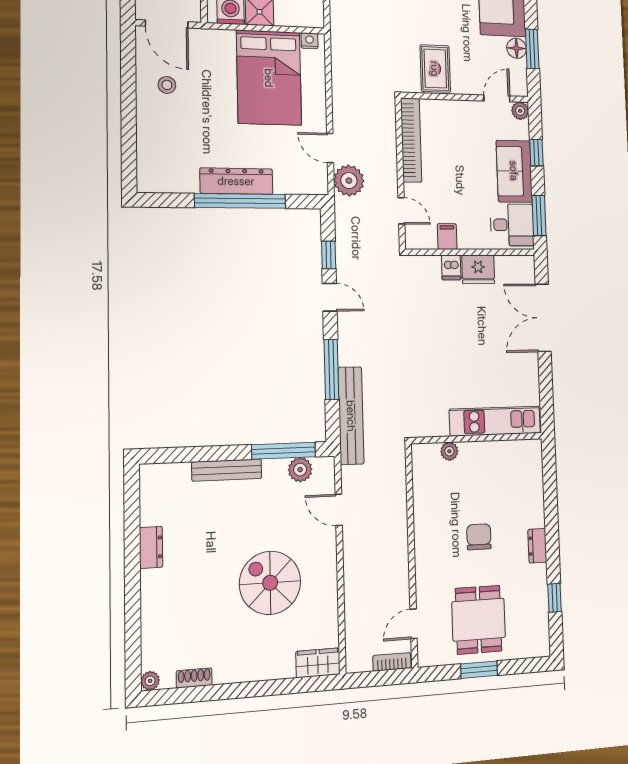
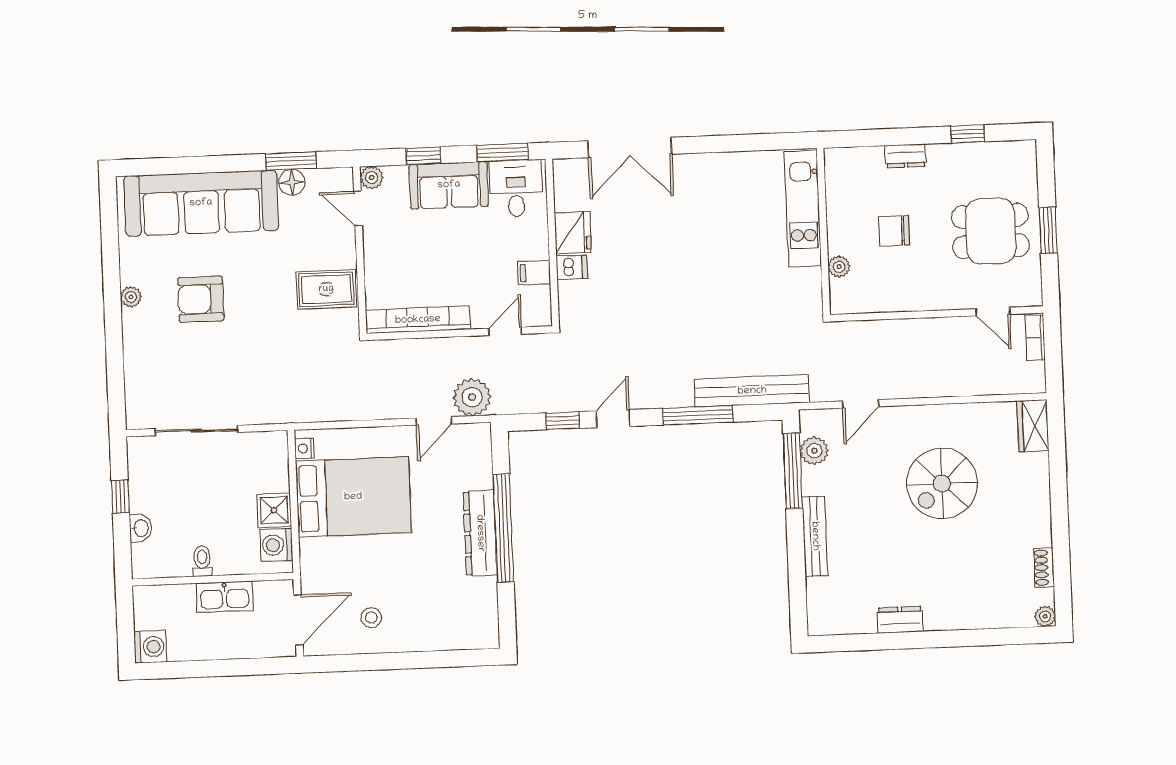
kitchen unit: (495, 421) -> (803, 209), moved
wall: (477, 438) -> (823, 232), moved
plant: (449, 451) -> (839, 267), moved

